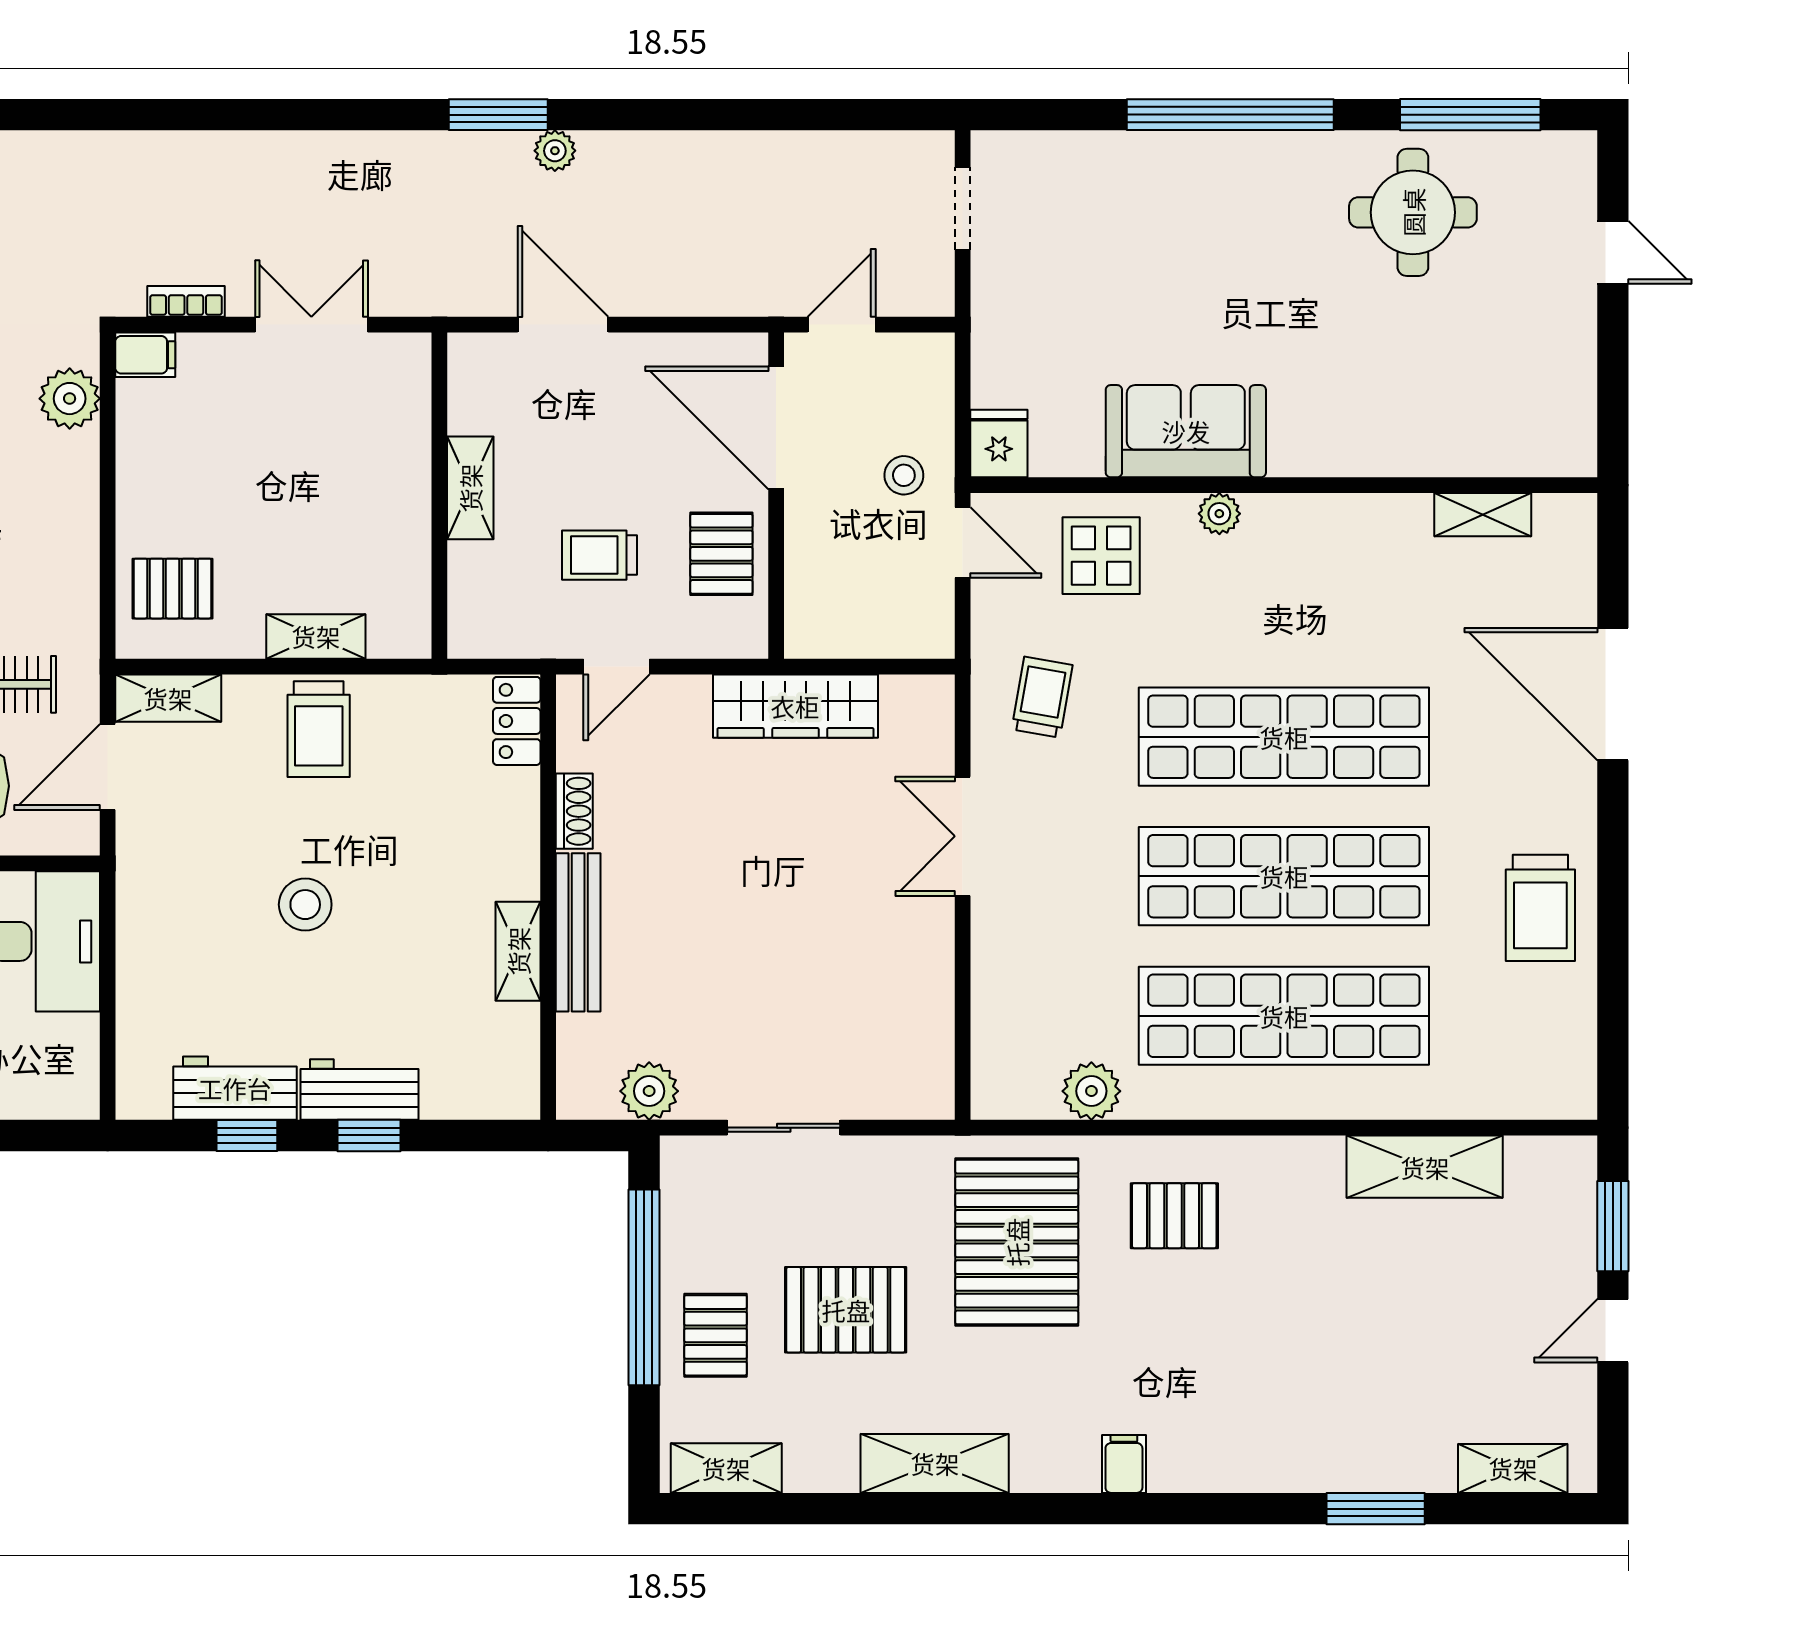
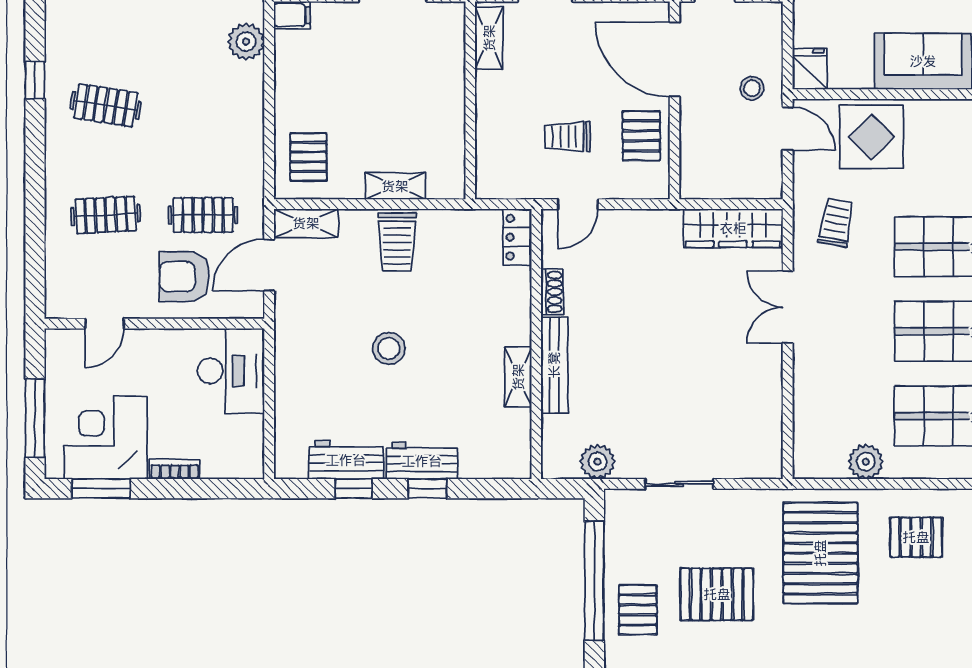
shelving: (470, 488) -> (489, 38), moved
plant: (1219, 514) -> (943, 111), removed
display table: (1101, 556) -> (872, 137), width x1.36, depth x1.36
pallet: (172, 589) -> (308, 157), turned 90
wardrobe: (795, 706) -> (733, 228), moved

